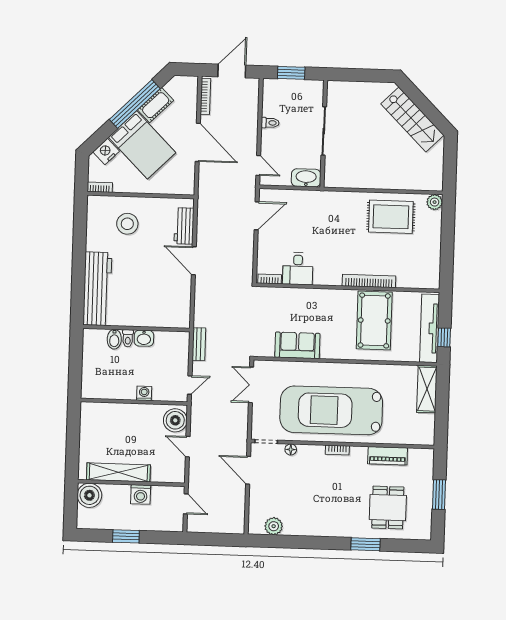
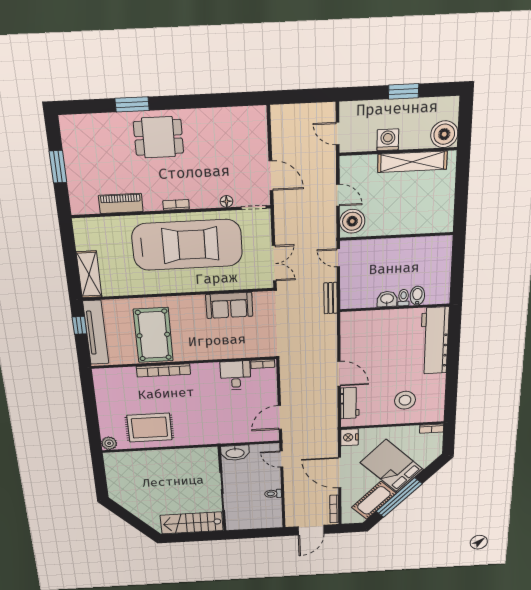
window: (291, 73) -> (257, 533), removed
cot: (156, 105) -> (374, 500), width x1.37, depth x1.34
stairs: (412, 120) -> (192, 523), moved, turned -45
nightstand: (106, 151) -> (349, 437), moved, turned 135
door: (190, 385) -> (338, 258), hinge flipped
washing machine: (144, 393) -> (386, 246), removed
dining table: (388, 508) -> (158, 137), moved, turned 90
plant: (274, 526) -> (238, 117), removed

